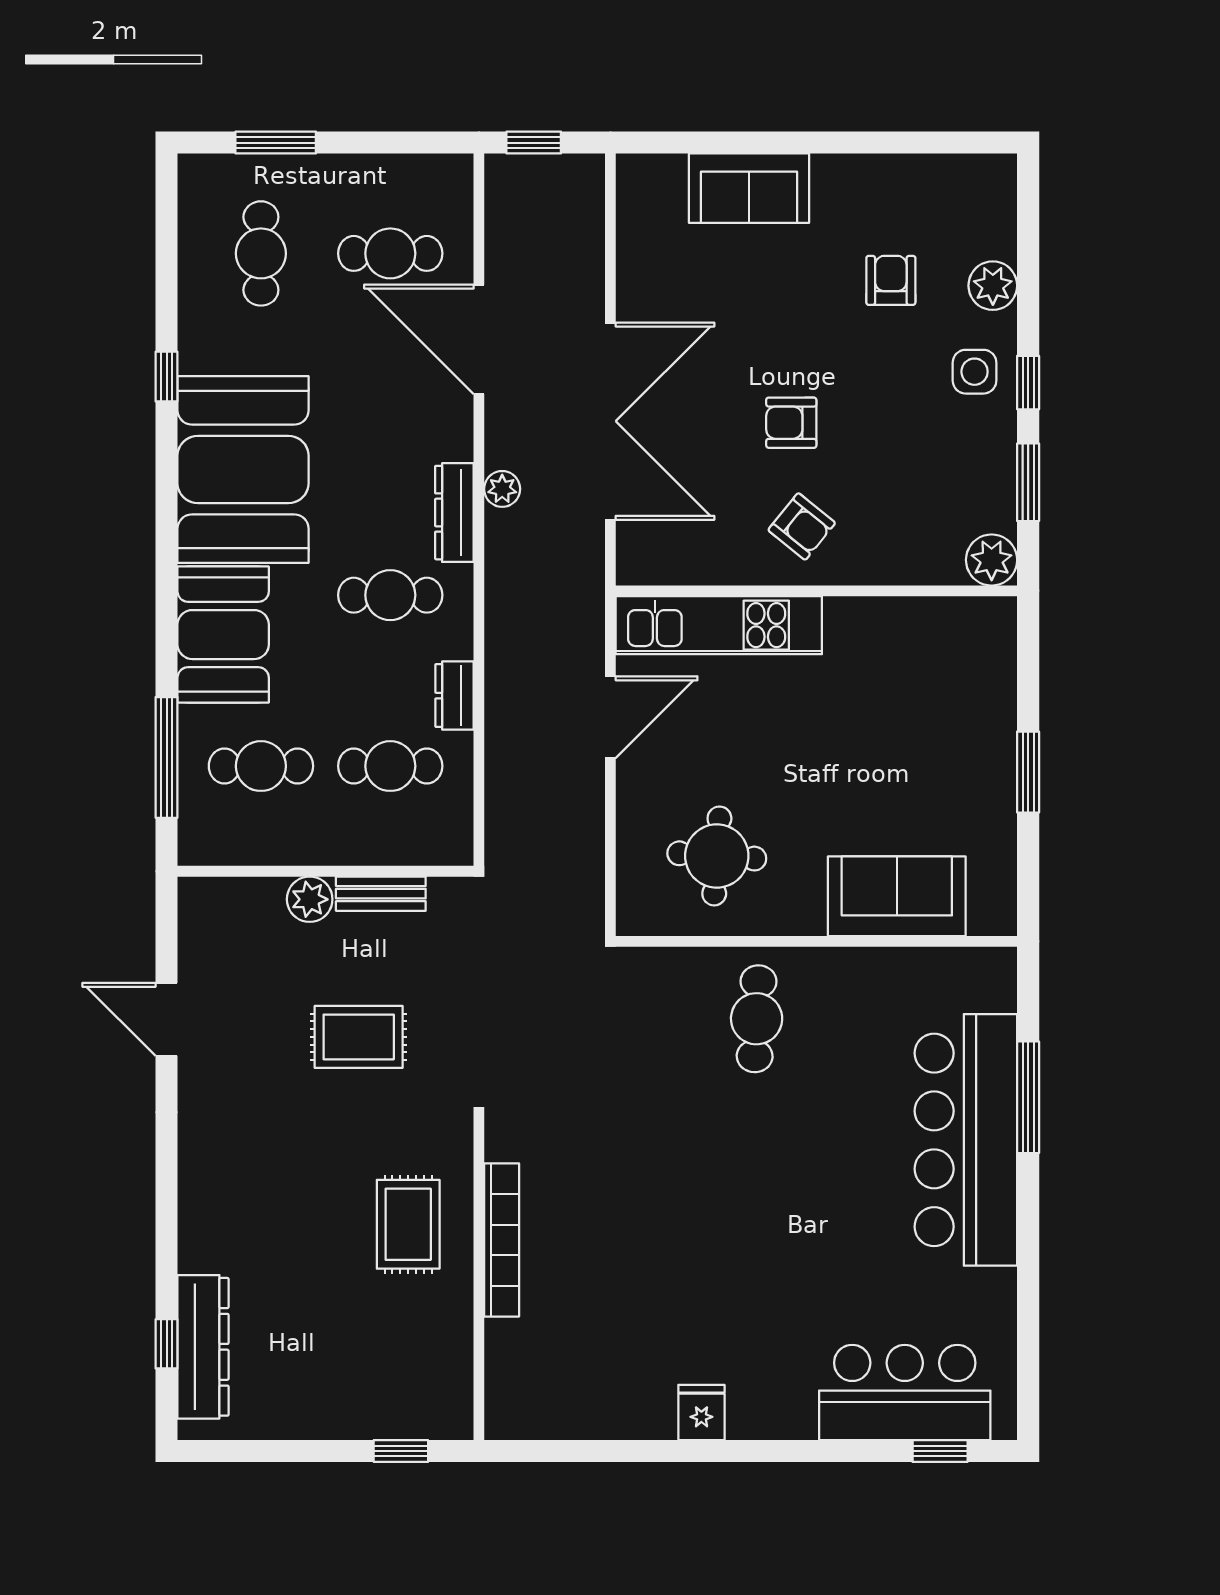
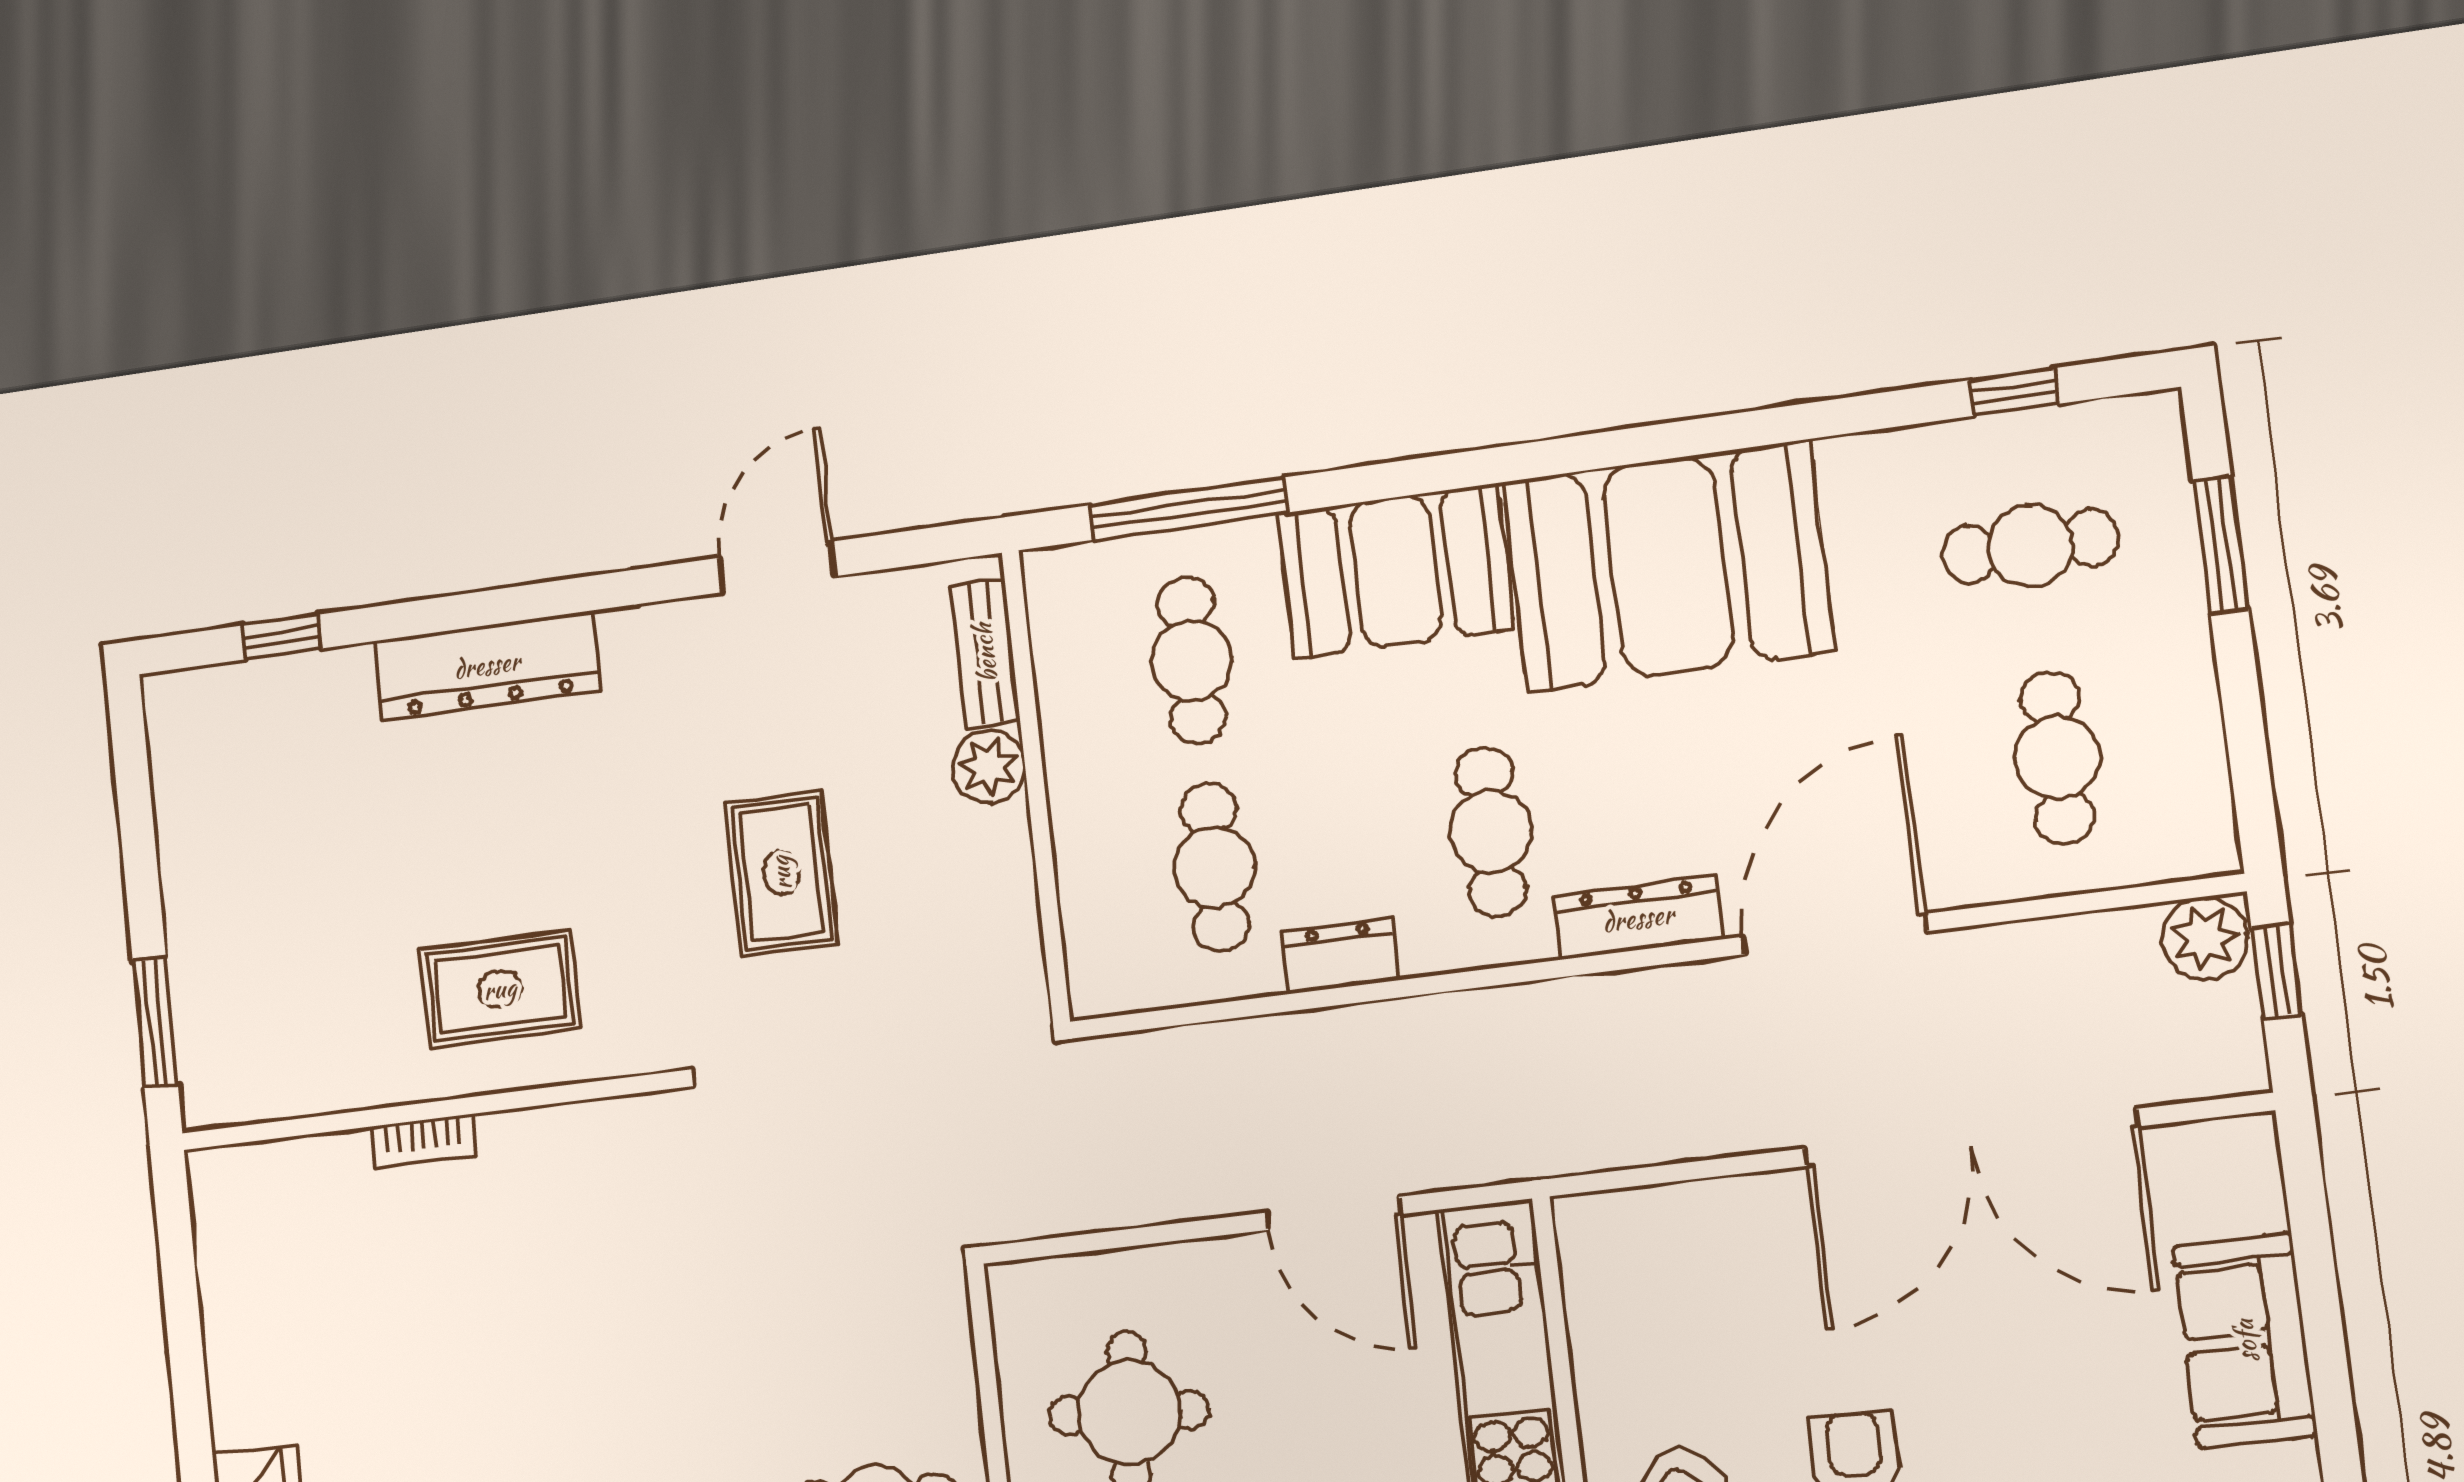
door: (479, 339) -> (1835, 934), moved
window: (167, 377) -> (2014, 392), moved
double door: (610, 421) -> (1971, 1138), moved
plant: (502, 489) -> (2205, 938), moved, width x1.38, depth x1.38
bench: (381, 894) -> (985, 653), moved
bookcase: (502, 1240) -> (423, 1141), width x0.43, depth x0.76
dresser: (203, 1347) -> (487, 665), moved
window: (401, 1451) -> (155, 1022), width x1.50

